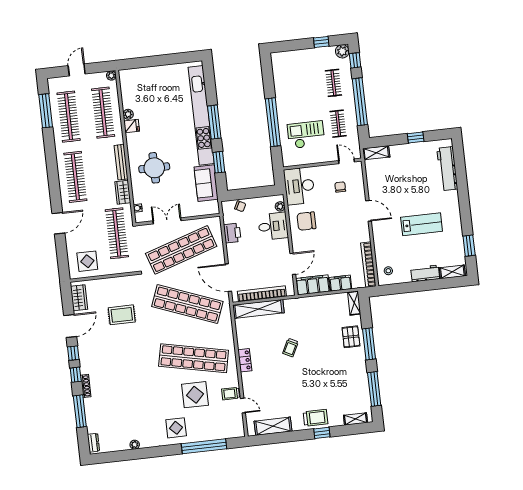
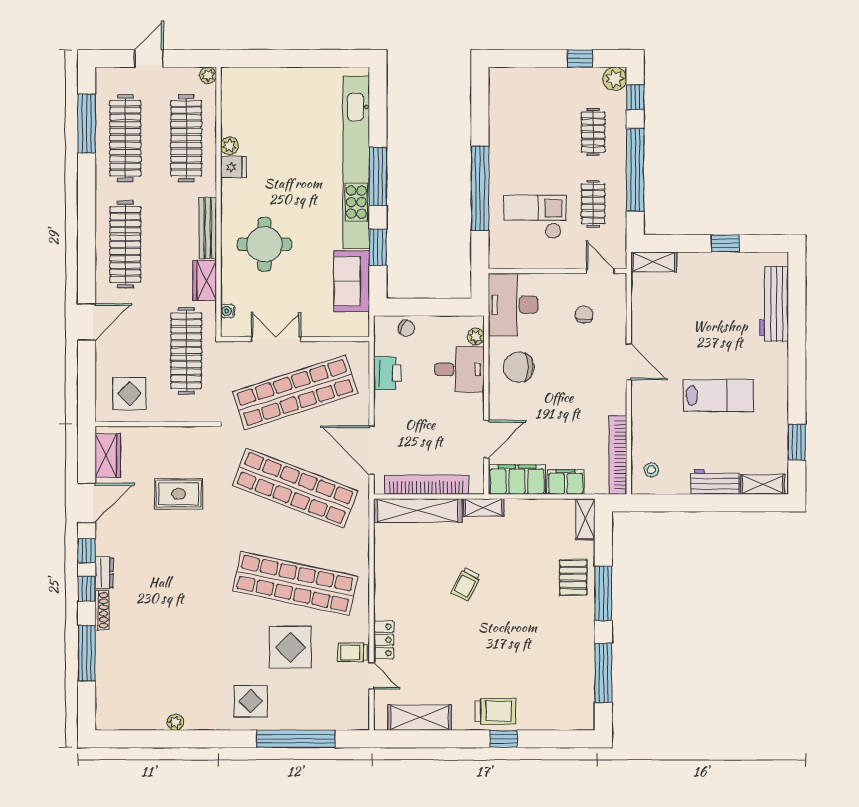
locker: (245, 360) -> (384, 640), moved
shelving: (355, 419) -> (484, 508), moved
dresser: (93, 443) -> (104, 573), moved

